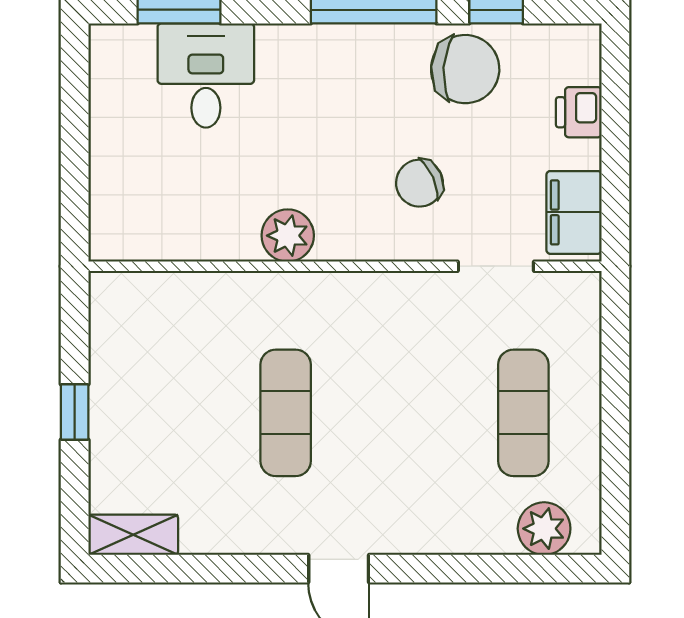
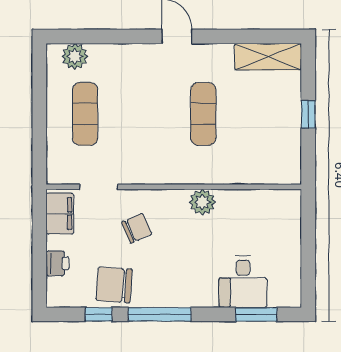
shelving: (133, 535) -> (268, 57), width x1.50, depth x1.33

